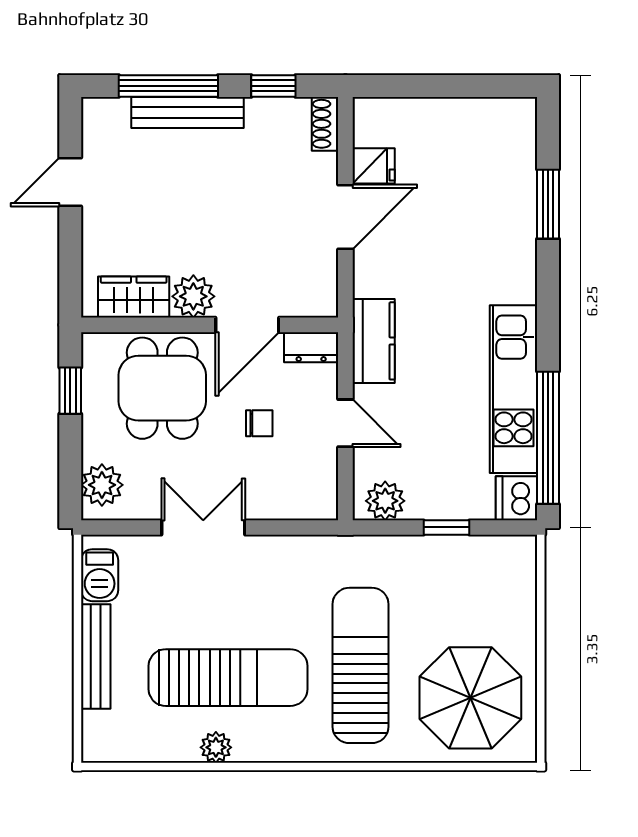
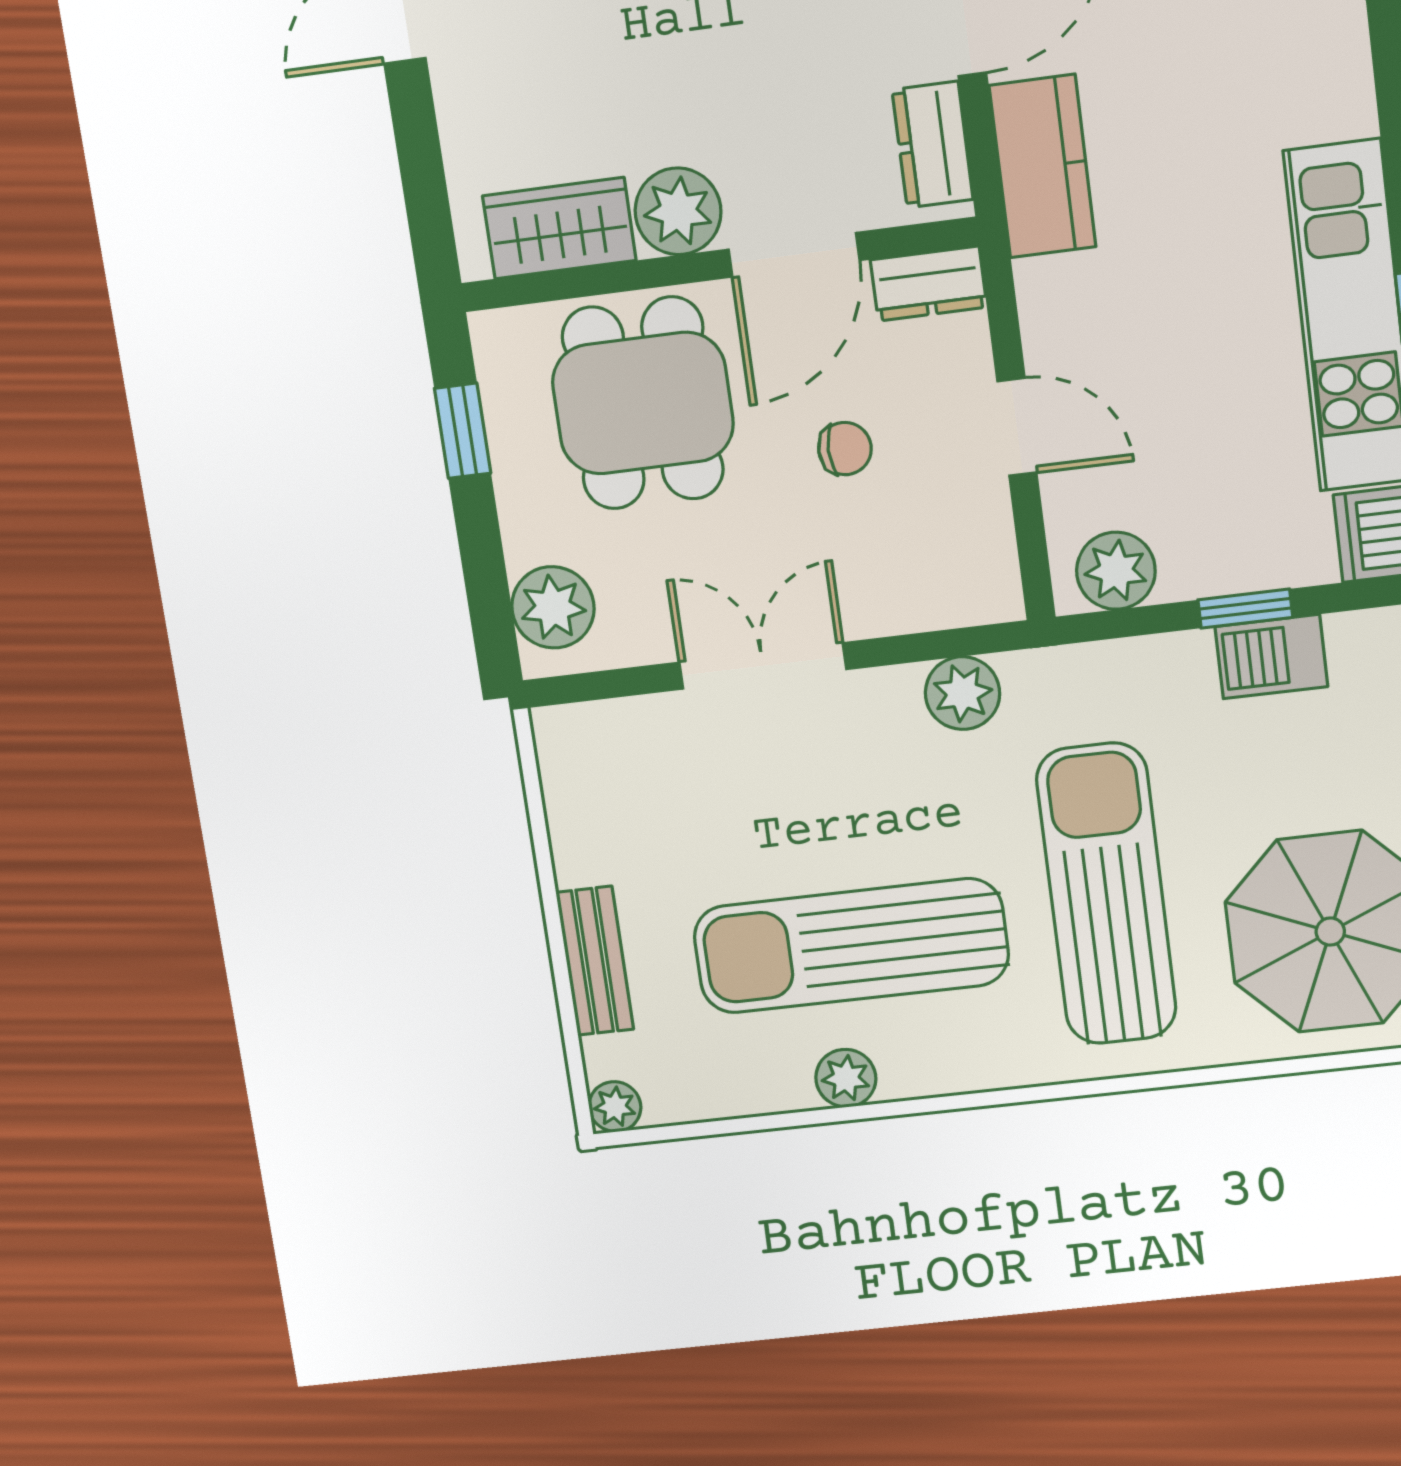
dresser: (322, 280) -> (933, 145), added
kitchen counter: (374, 341) -> (1043, 166), moved
plant: (301, 553) -> (963, 693), added
barbecue: (100, 575) -> (1271, 657), moved, turned 90
bench: (96, 657) -> (595, 961), width x0.73
sun lounger: (228, 678) -> (851, 946), turned 180
plant: (95, 749) -> (615, 1107), added

